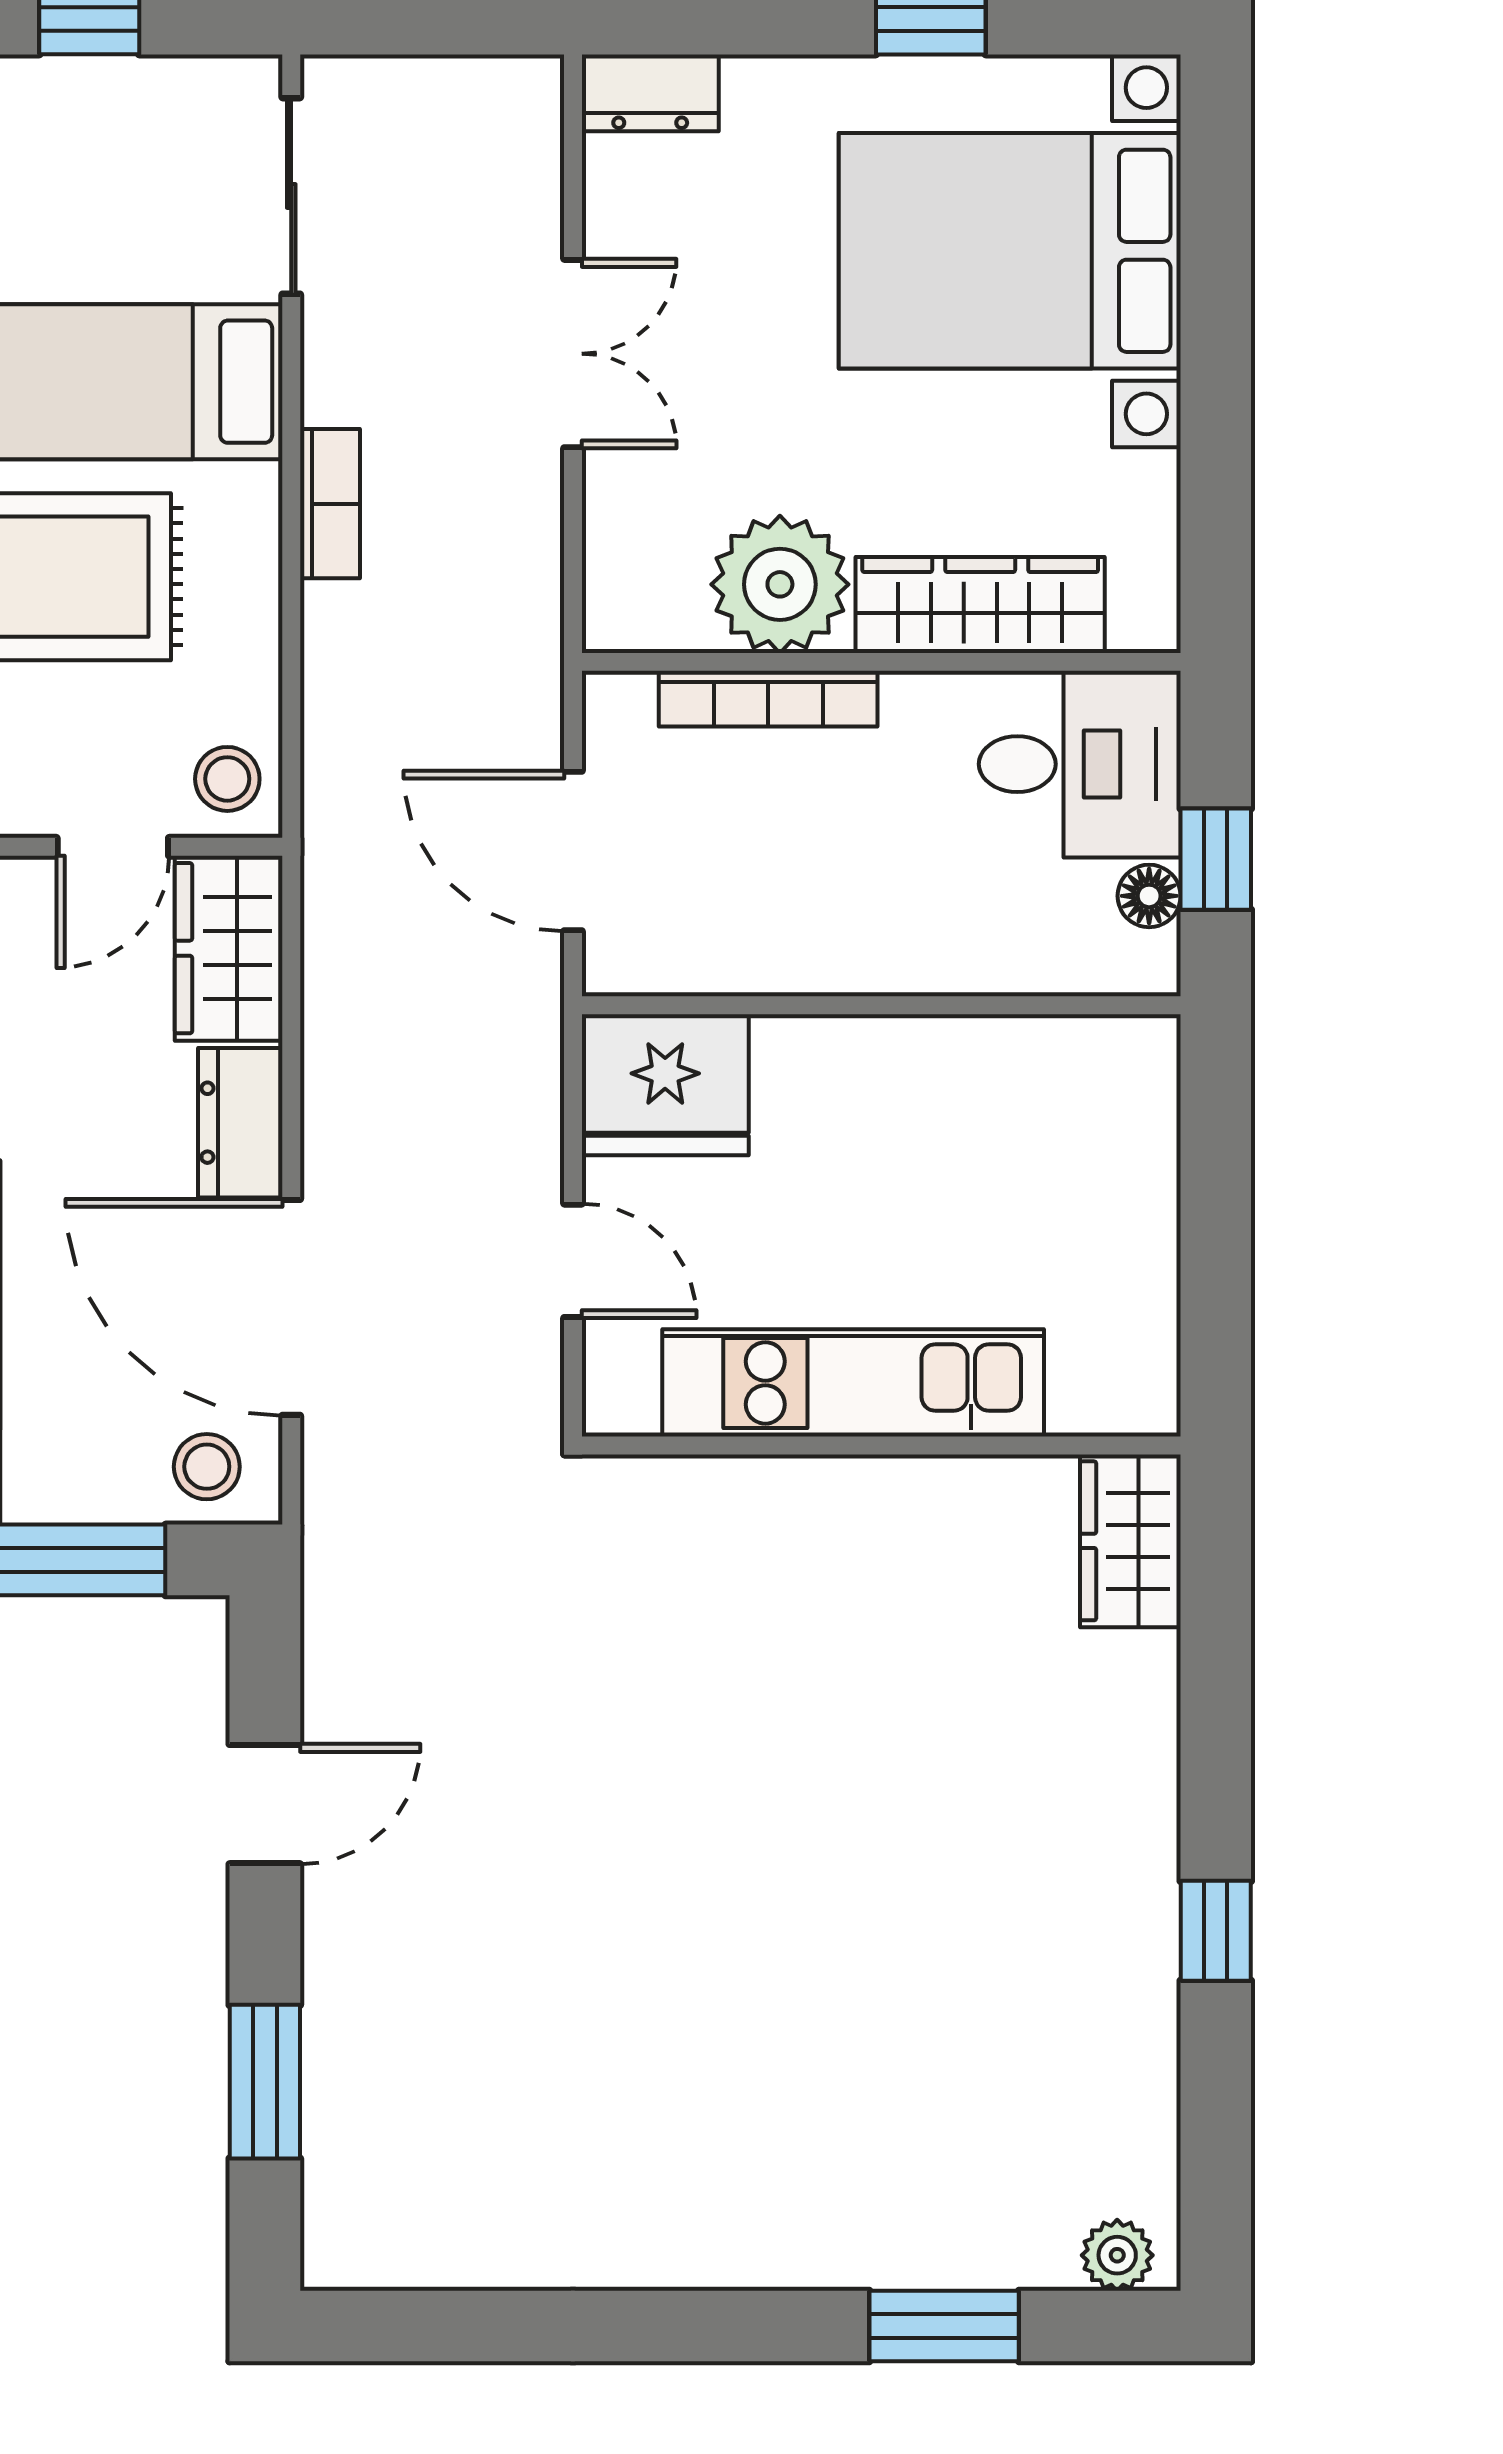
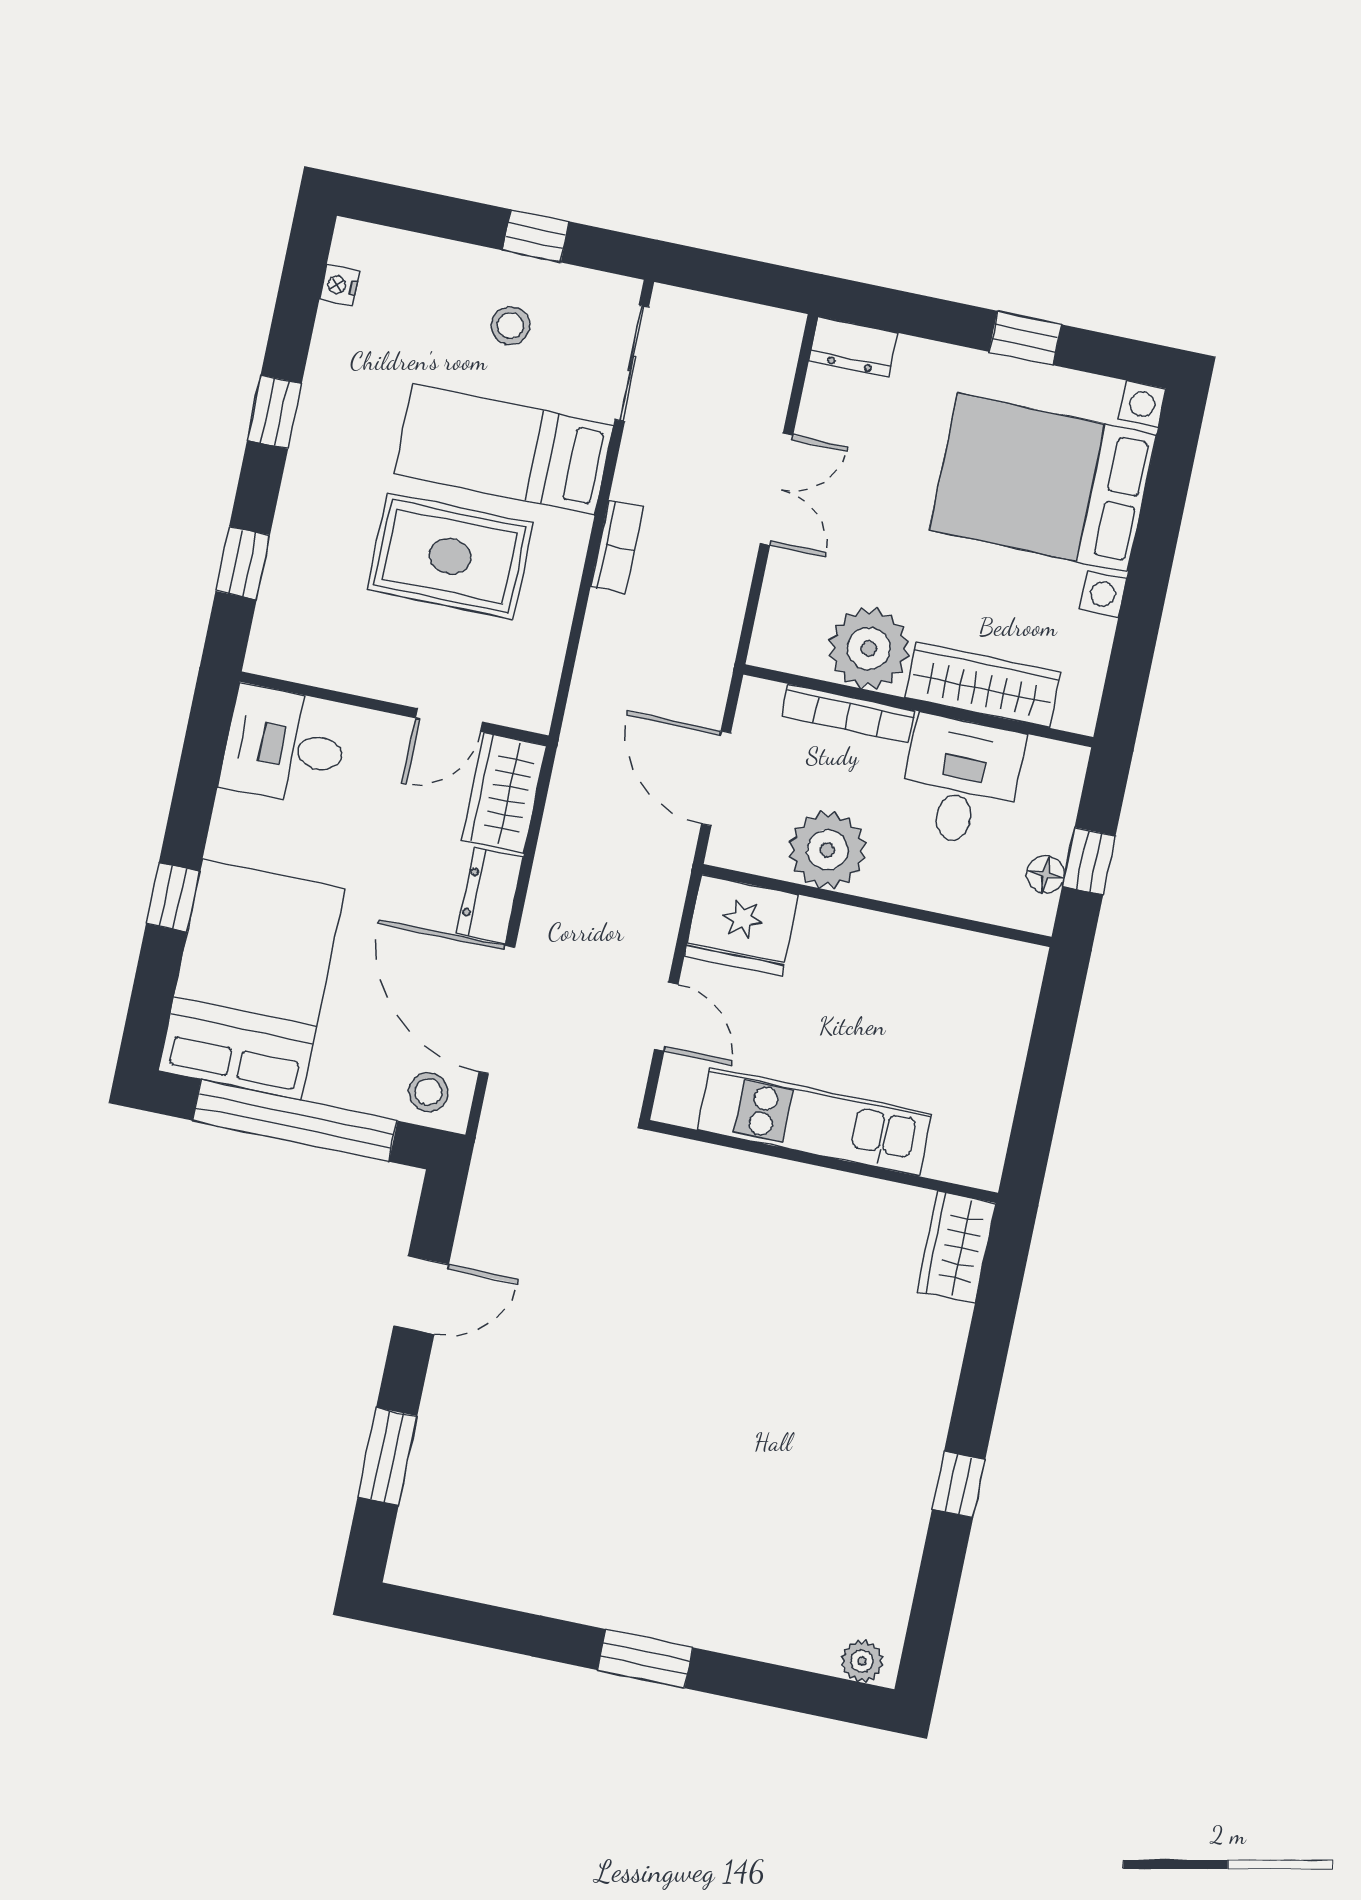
desk: (1080, 764) -> (961, 781), moved, turned -90
stool: (227, 779) -> (510, 326), moved
plant: (781, 931) -> (827, 850), added
window: (944, 2326) -> (645, 1659), moved

